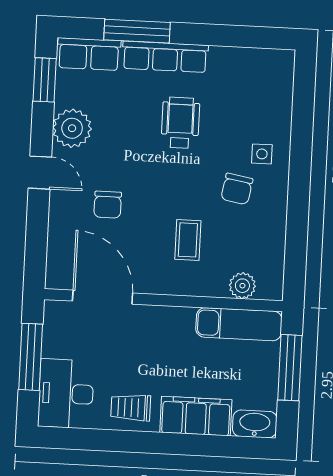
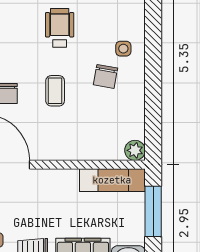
coffee table: (188, 240) -> (55, 91), moved
plant: (242, 286) -> (135, 150), moved

